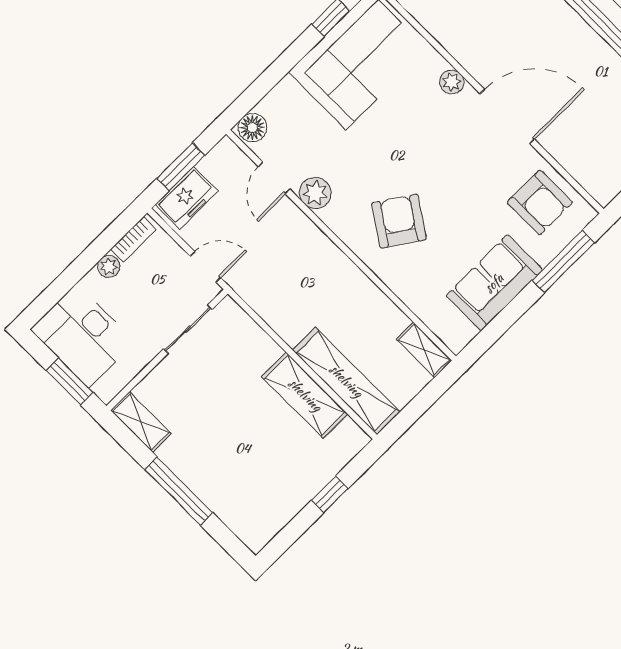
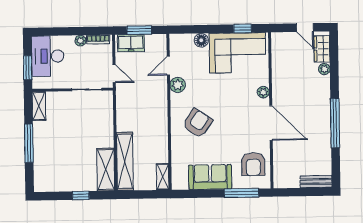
floor lamp: (252, 128) -> (201, 40), moved
shelving: (305, 395) -> (106, 170), moved

